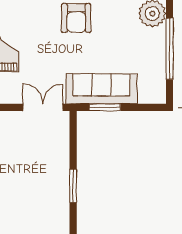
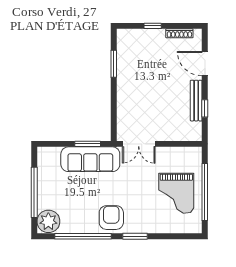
window: (73, 186) -> (114, 64), moved

